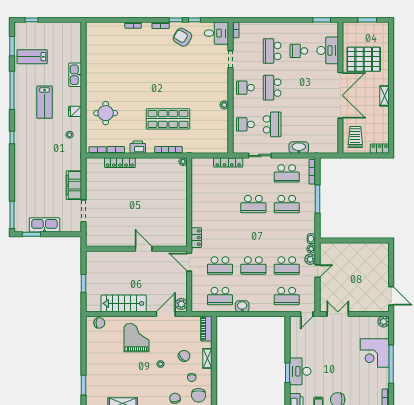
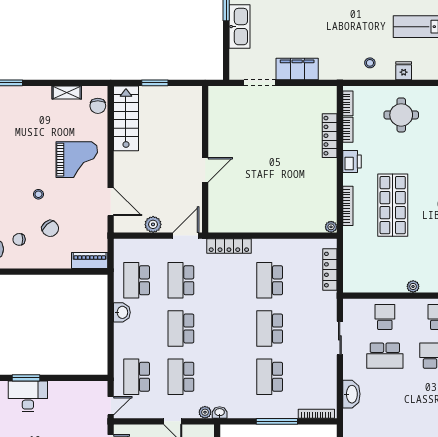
locker: (228, 162) -> (330, 270), moved
school desk: (287, 173) -> (270, 280), moved
locker: (196, 238) -> (229, 246), width x1.53
plant: (310, 259) -> (190, 411), removed
stairs: (124, 303) -> (126, 118), moved
plant: (181, 304) -> (153, 224), moved
door: (307, 314) -> (111, 406), swing flipped
shelving: (207, 358) -> (67, 93), moved

